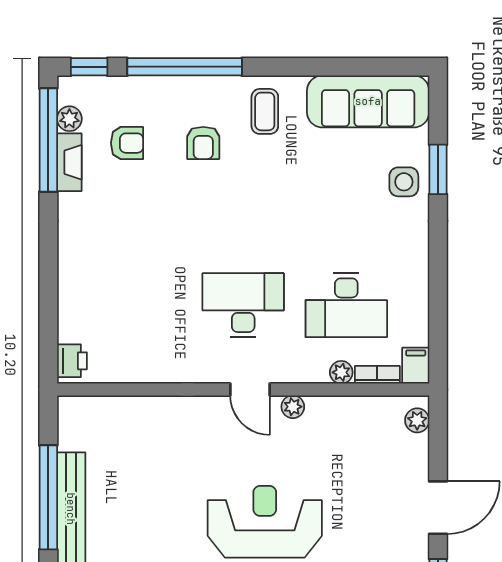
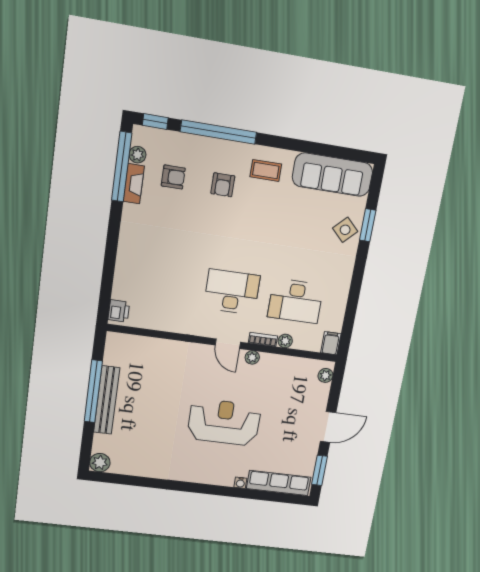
coffee table: (265, 111) -> (266, 170), turned 90
side table: (404, 182) -> (345, 230), turned 45
bookcase: (377, 375) -> (263, 339), moved

